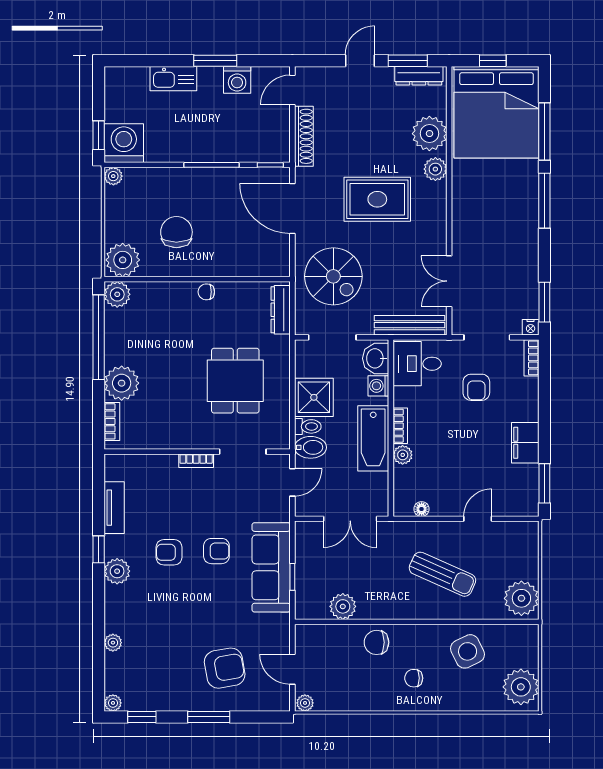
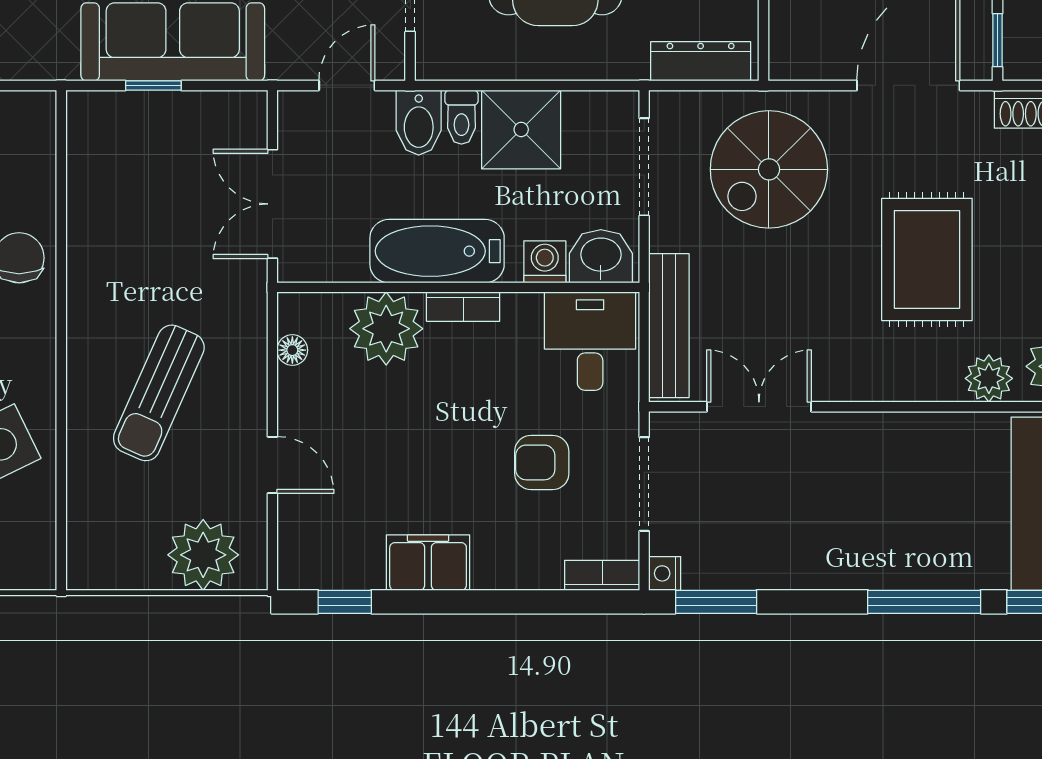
plant: (403, 455) -> (386, 329), width x1.87, depth x1.87
door: (292, 482) -> (347, 85), swing flipped
window: (544, 483) -> (345, 602), width x0.67
plant: (521, 598) -> (203, 555), moved
plant: (343, 606) -> (93, 189), removed

